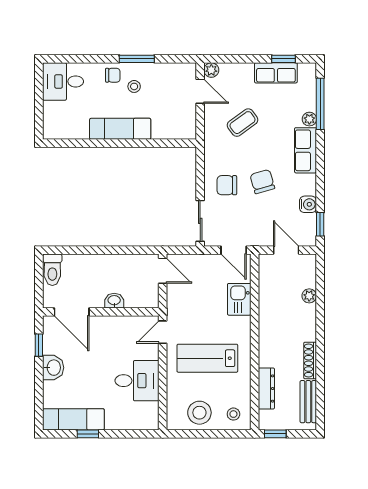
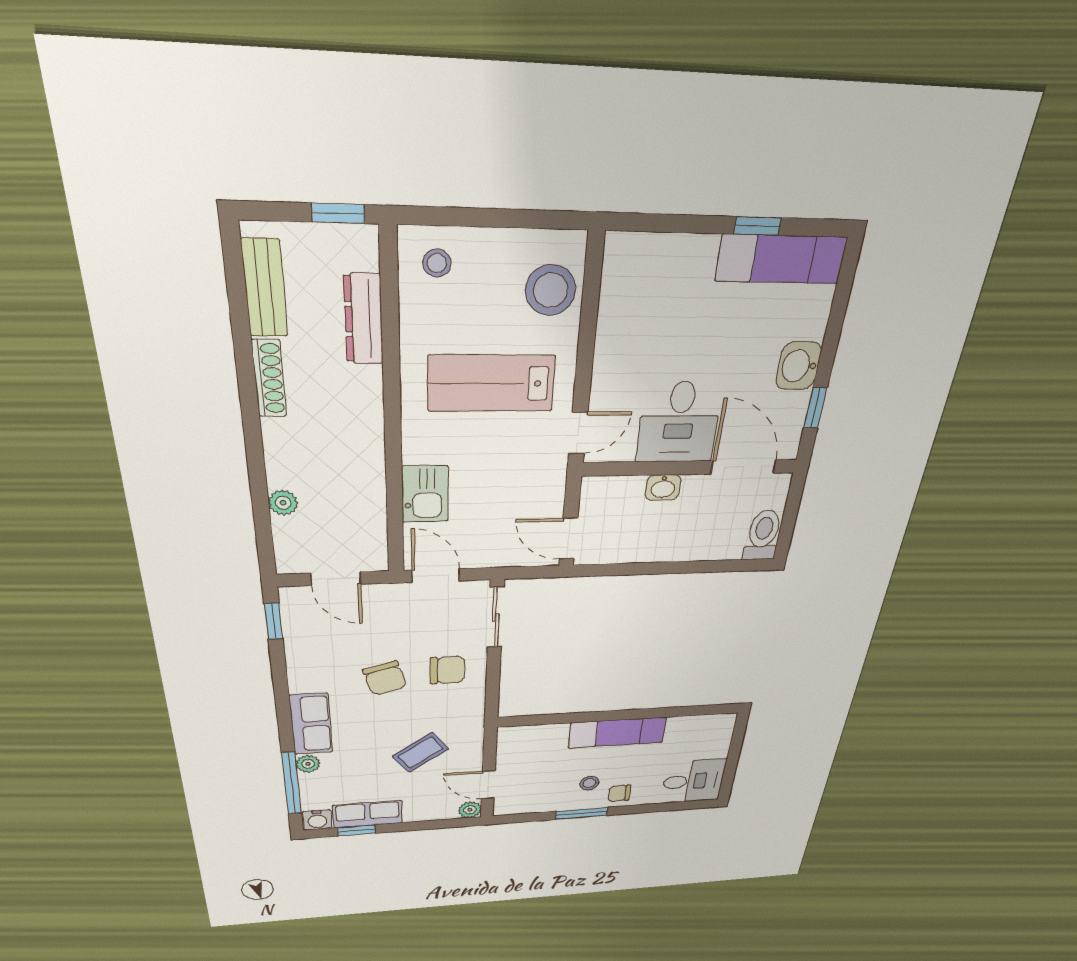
water cooler: (308, 204) -> (317, 820), moved, turned -90
lab bench: (207, 358) -> (491, 383), turned 180
desk: (137, 381) -> (679, 422), moved, turned -90
stool: (199, 413) -> (551, 290), moved

